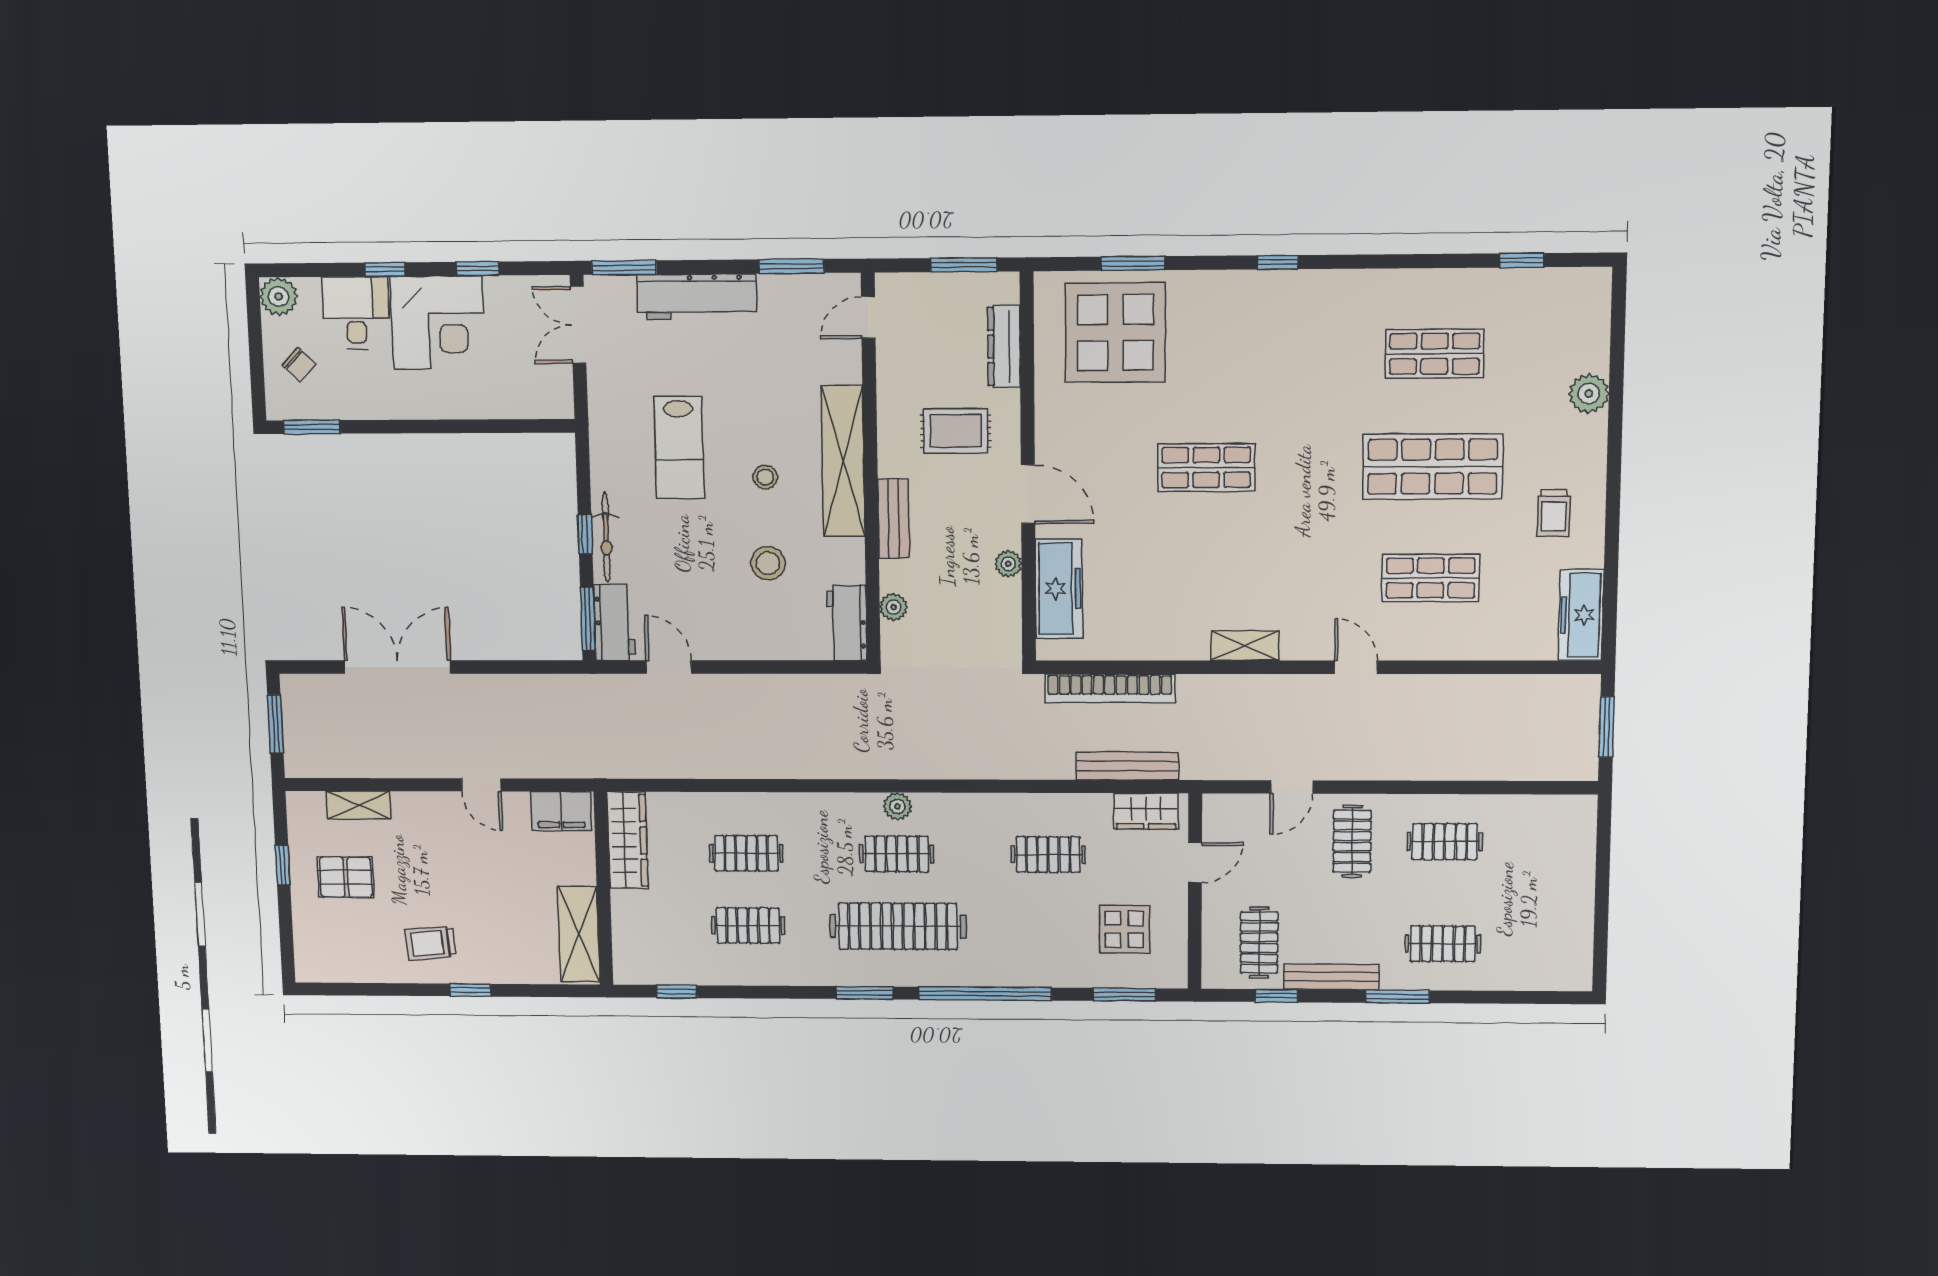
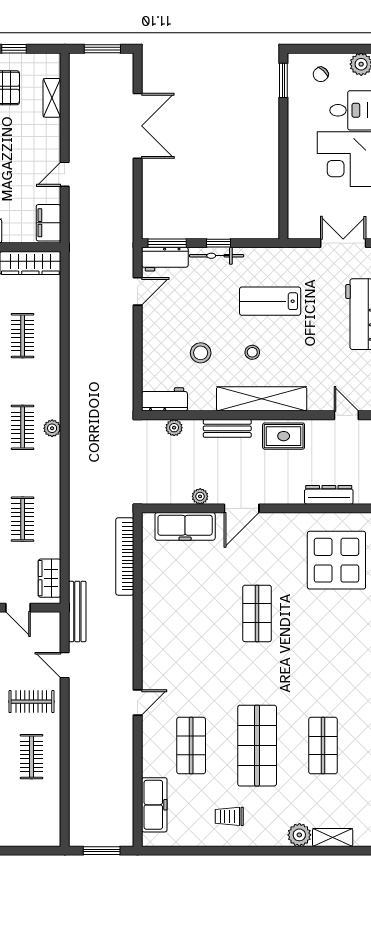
rug: (956, 431) -> (284, 436), moved, turned 90
freezer: (1581, 615) -> (154, 805), moved, turned 90
shelving: (1245, 646) -> (333, 837), moved, turned 90
bench: (1127, 766) -> (77, 612), moved

